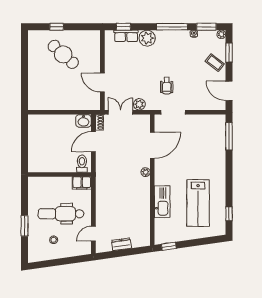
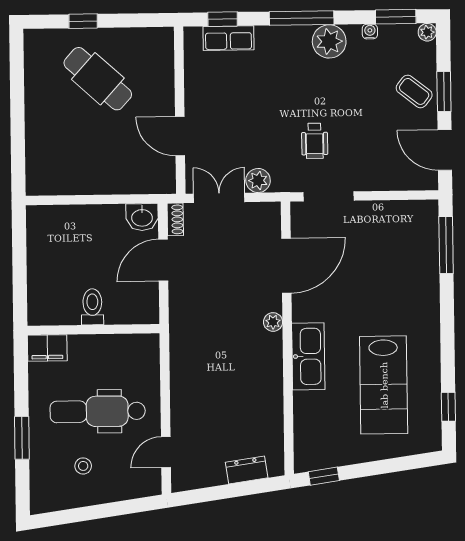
window: (172, 27) -> (302, 18), moved
plant: (147, 38) -> (329, 41), moved
window: (229, 53) -> (444, 91), moved
toilet: (82, 164) -> (92, 307), moved
filing cabinet: (82, 183) -> (47, 348), moved
kitchen sink: (162, 202) -> (308, 356), moved
dresser: (121, 244) -> (247, 470), moved

